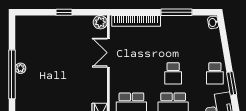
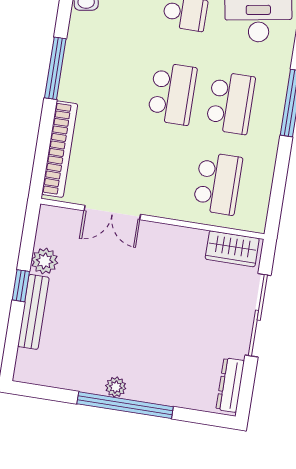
bench: (52, 21) -> (33, 312), added
plant: (100, 22) -> (45, 261), moved
school desk: (173, 73) -> (172, 94), width x1.85

